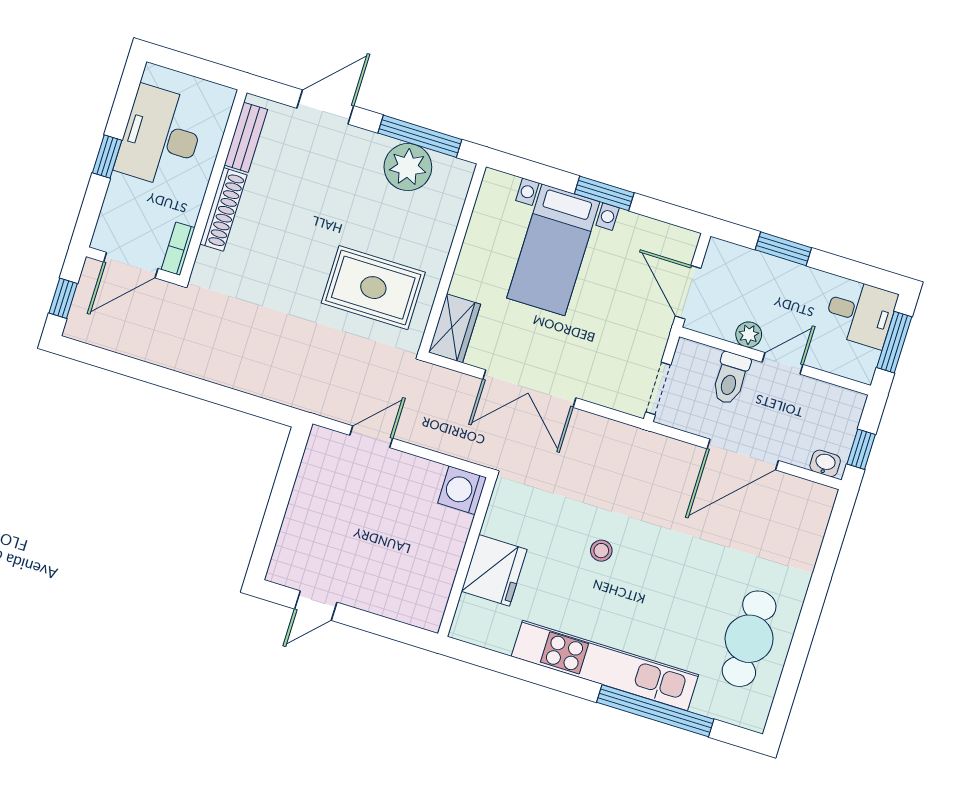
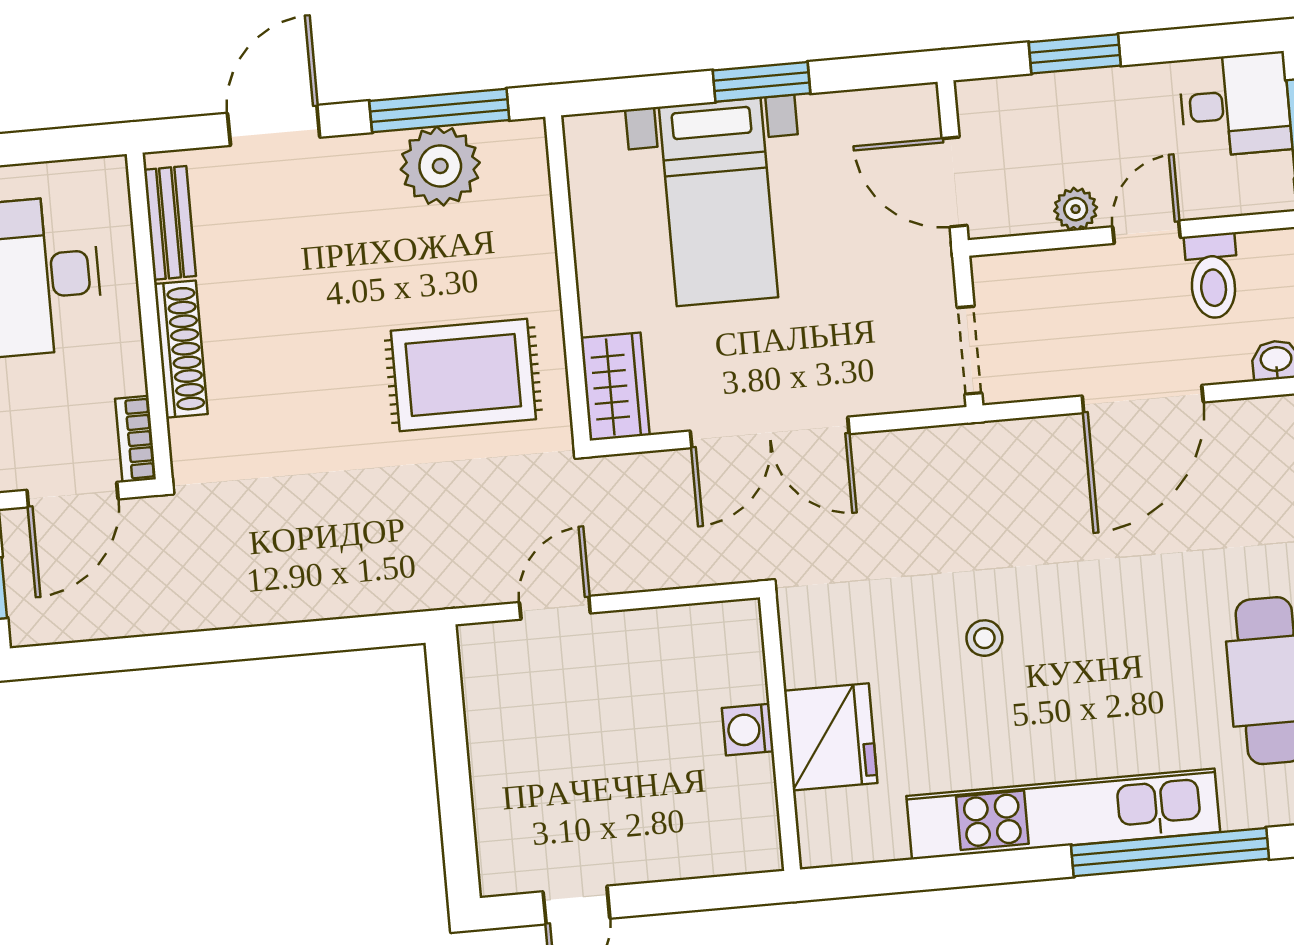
toilet: (731, 378) -> (1213, 276), moved
washing machine: (462, 490) -> (748, 730), moved, width x0.73, depth x0.73

